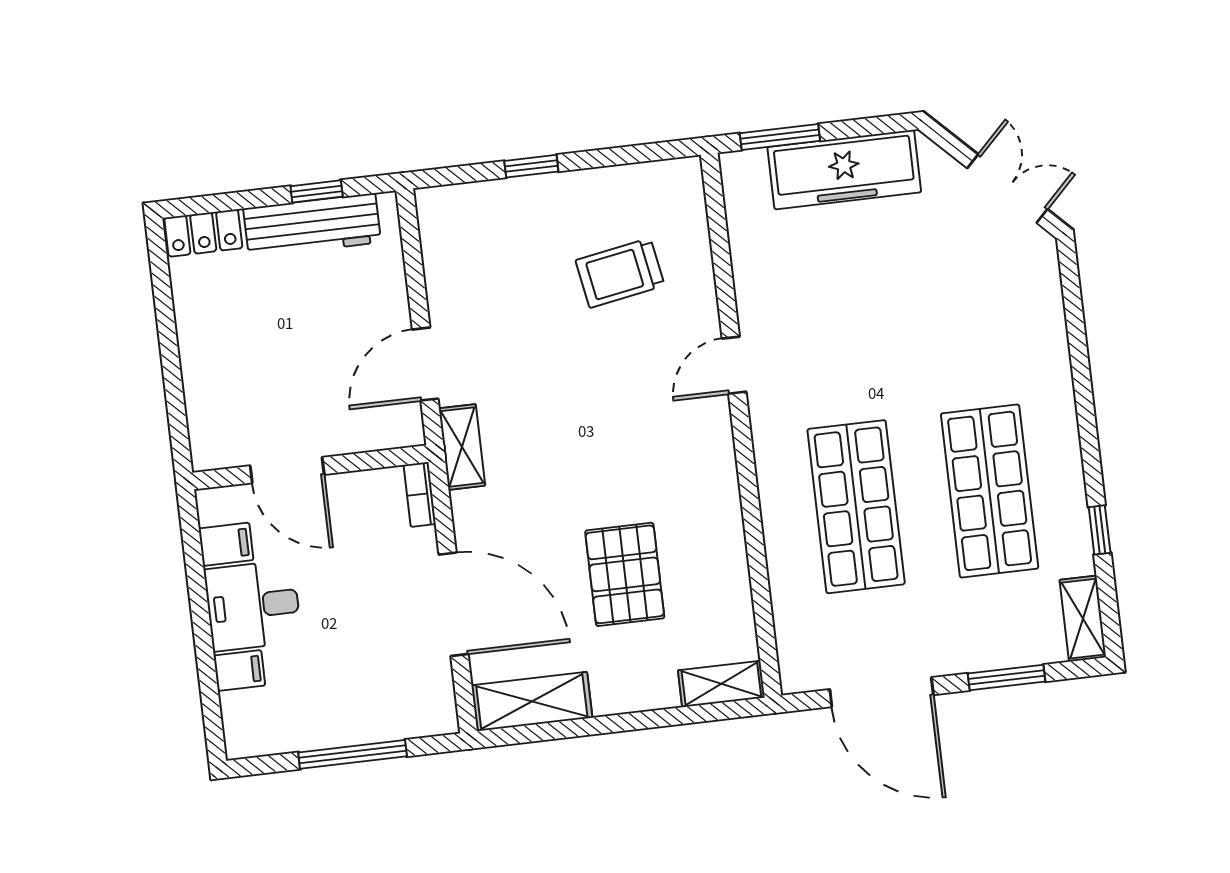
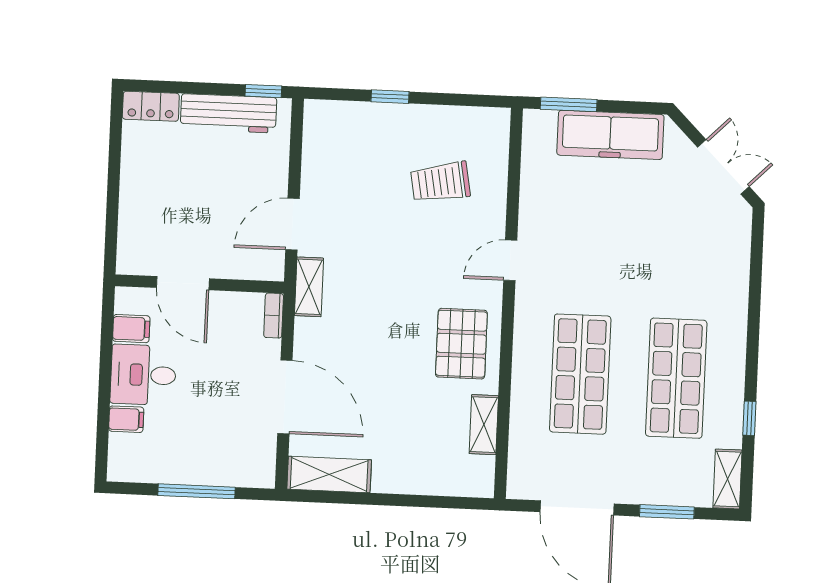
window: (317, 191) -> (263, 91), moved
pallet: (625, 574) -> (461, 344), moved
shelving: (721, 684) -> (484, 425), moved, turned 90

